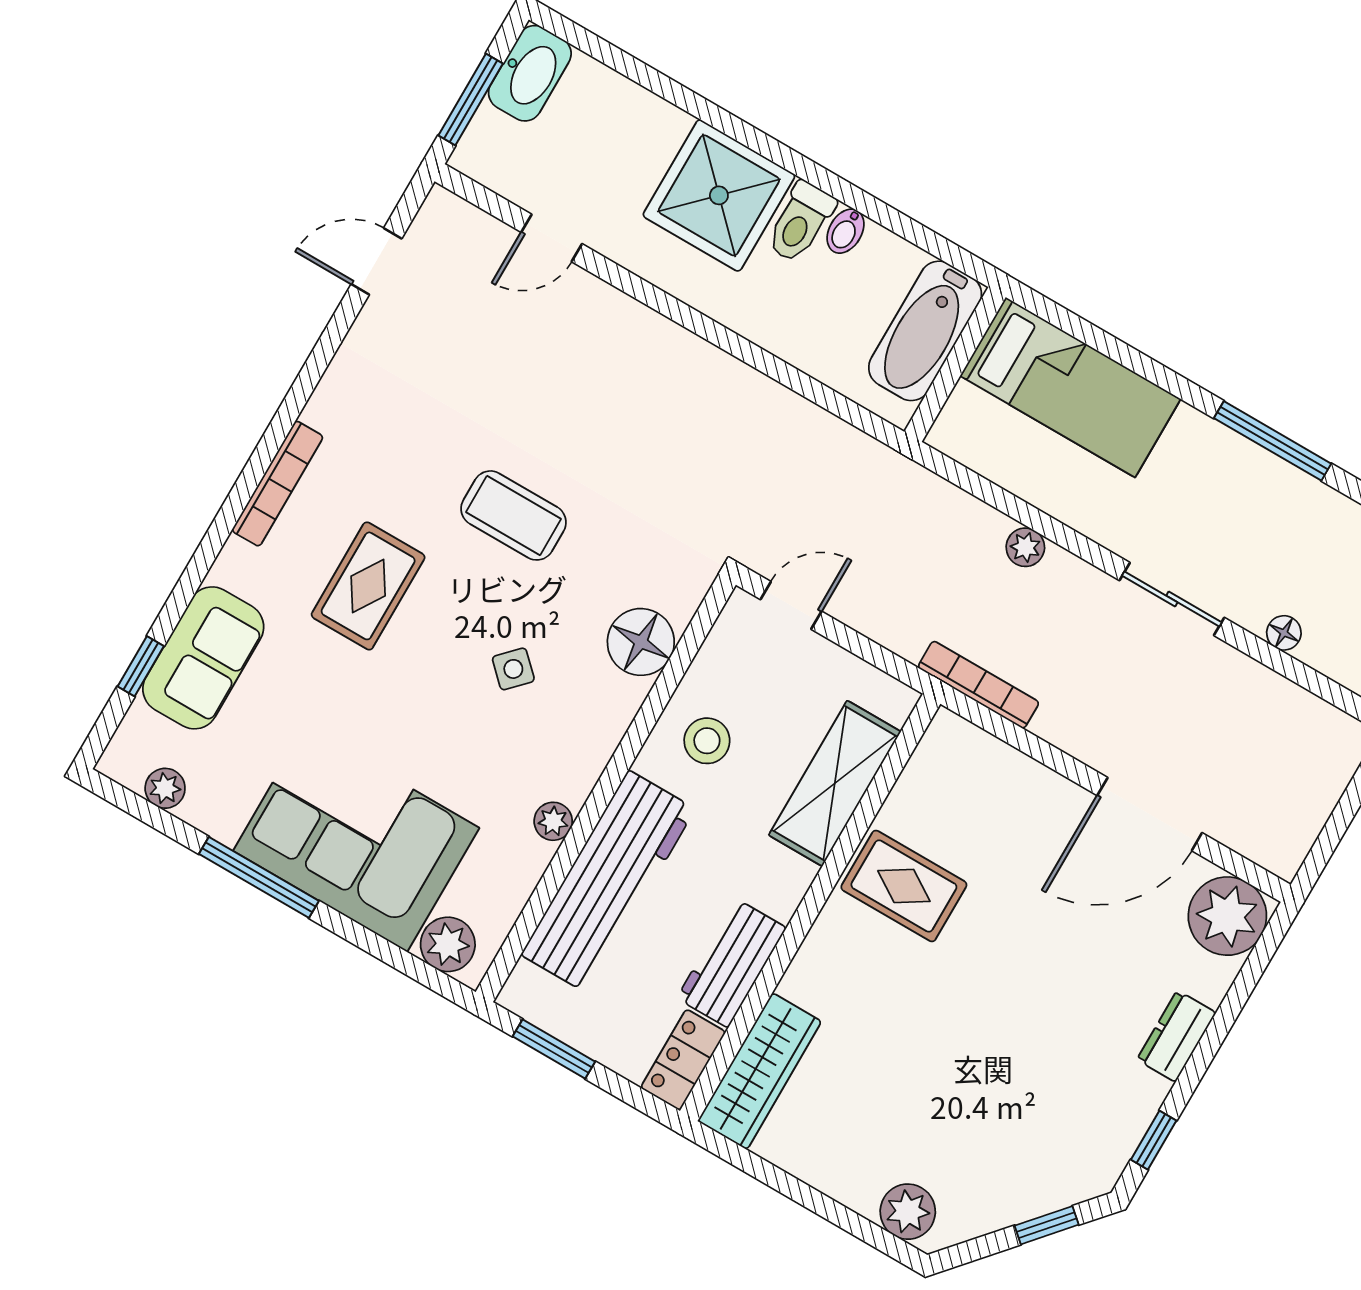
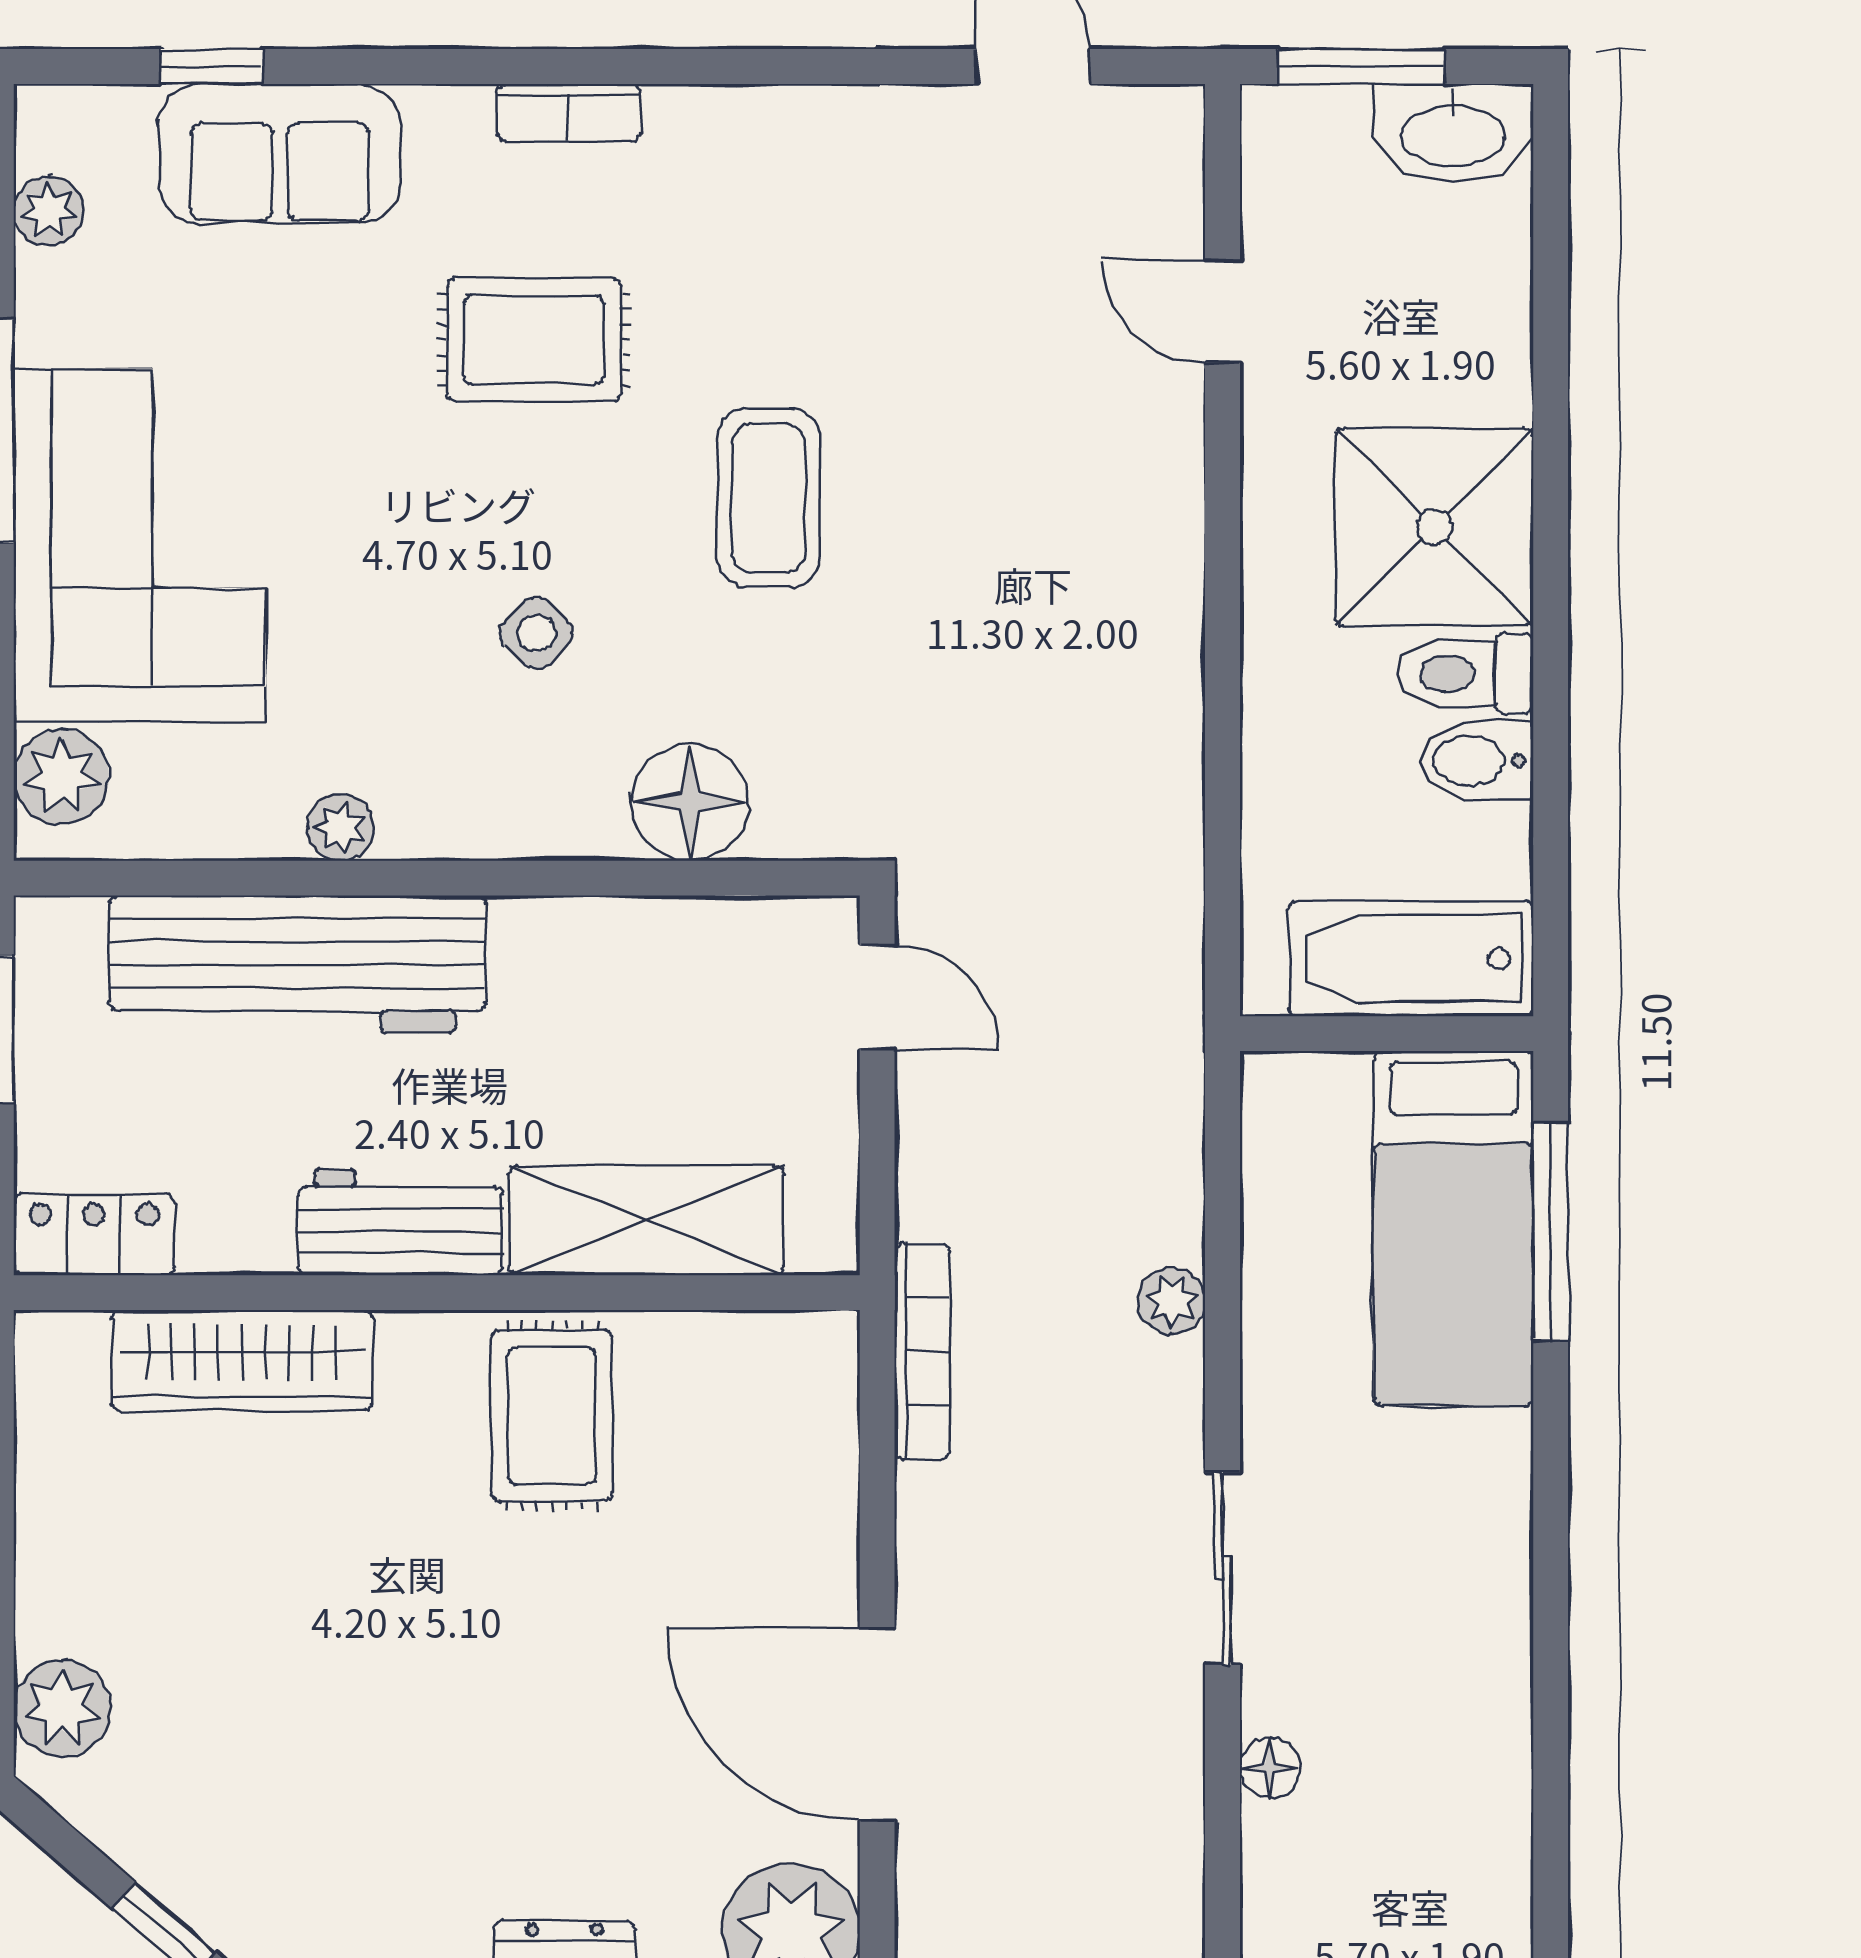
bidet: (845, 231) -> (1477, 761), width x1.38, depth x1.36
window: (1273, 441) -> (1551, 1232), moved
bookcase: (278, 484) -> (569, 113), width x0.64
stool: (707, 741) -> (598, 989), removed
workbench: (732, 963) -> (400, 1223), moved
wardrobe: (760, 1071) -> (242, 1360), moved

